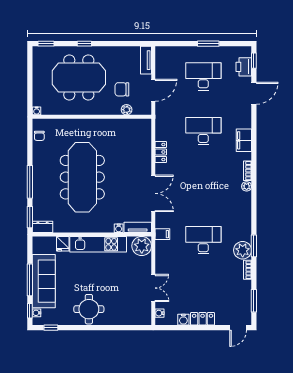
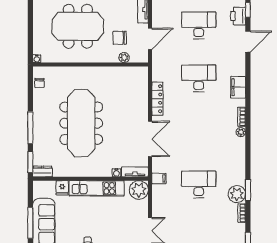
locker: (161, 152) -> (157, 99), width x1.53

